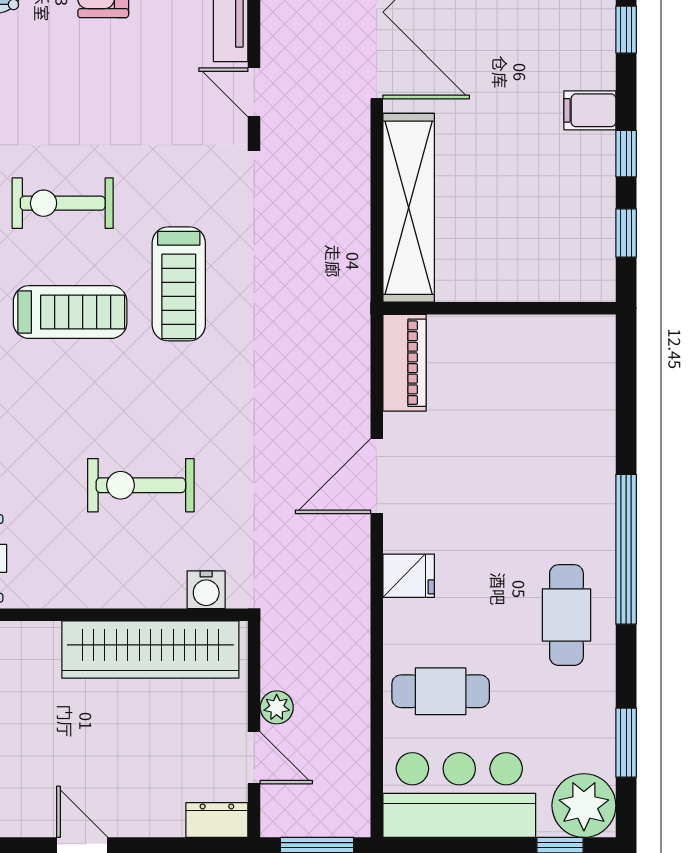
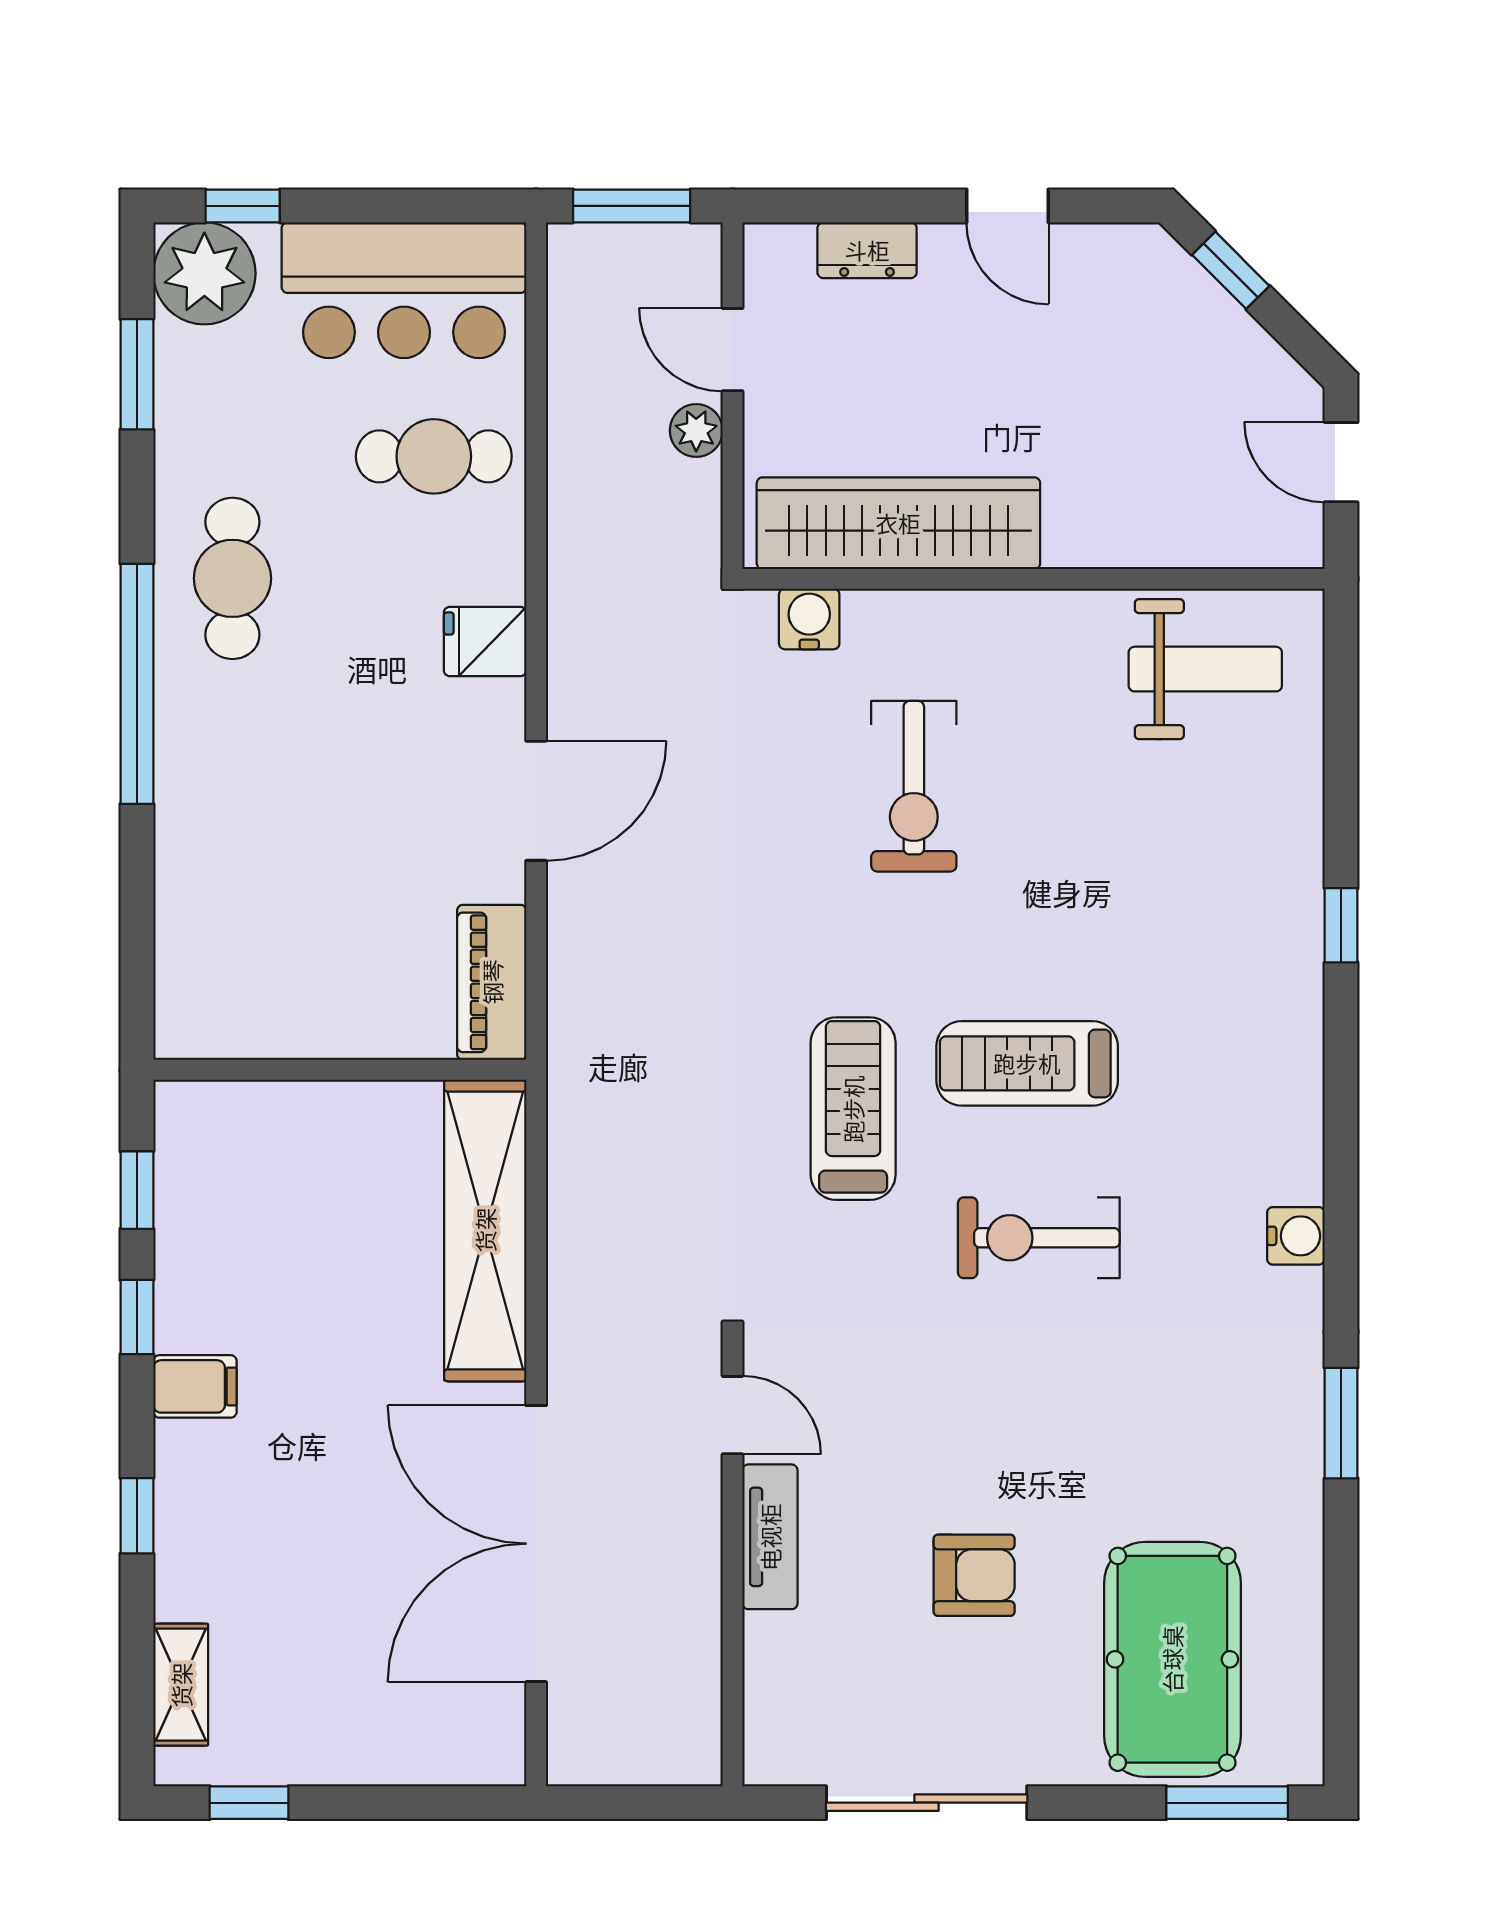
exercise bike: (63, 203) -> (1039, 1238), turned 180
exercise bike: (141, 485) -> (914, 786), turned 90
dresser: (217, 820) -> (867, 250), moved

